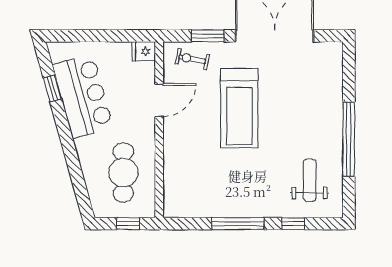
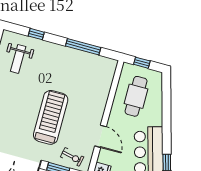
door: (159, 100) -> (101, 136), swing flipped
window: (238, 224) -> (83, 47), moved

